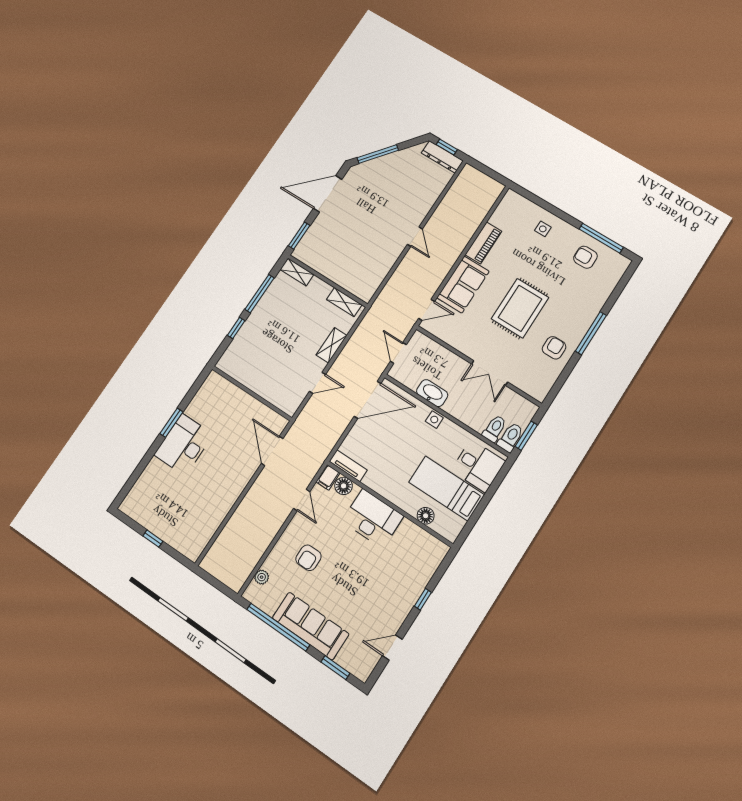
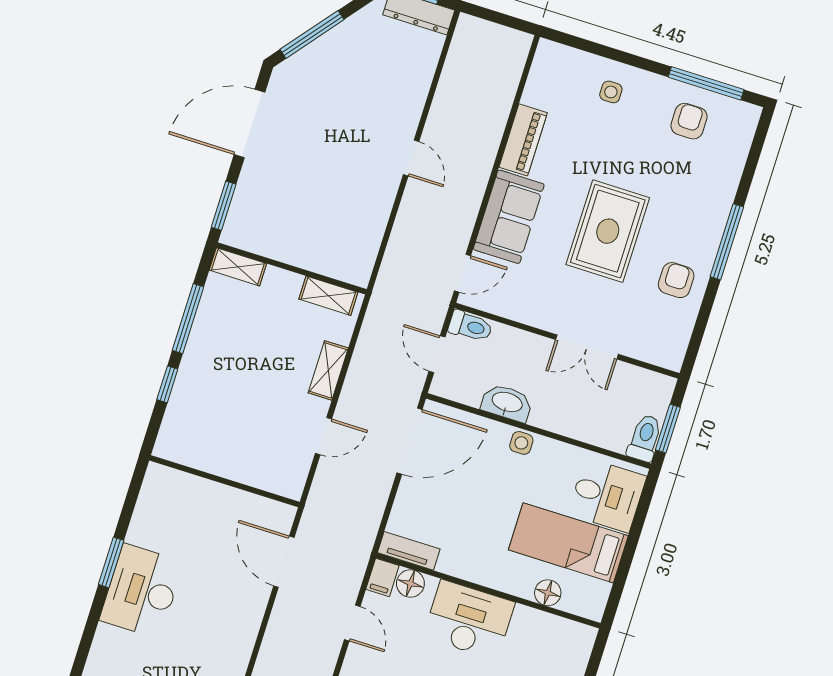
armchair: (585, 257) -> (689, 121), turned 90
toilet: (495, 429) -> (470, 326), moved, turned 90

